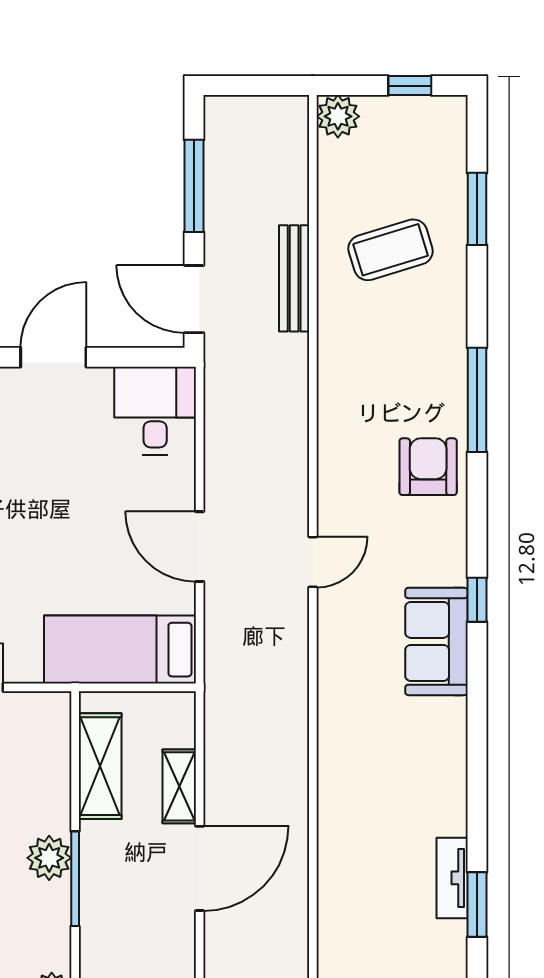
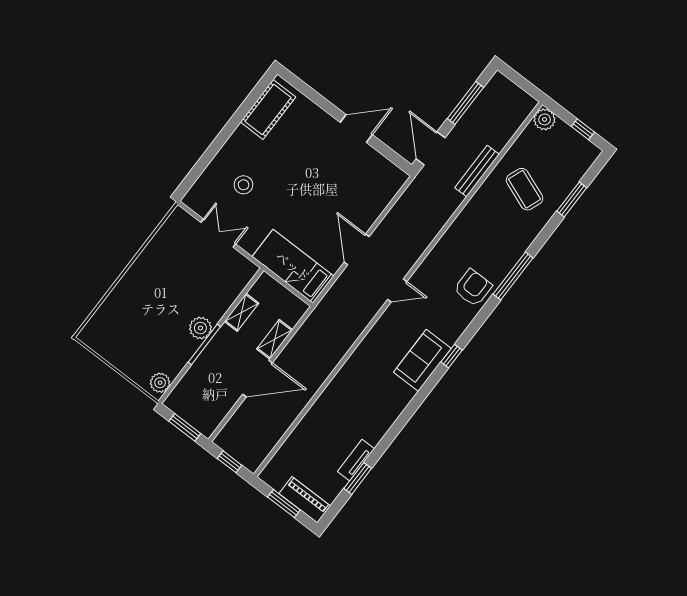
coffee table: (391, 250) -> (525, 189), turned 38
desk: (155, 411) -> (381, 181), removed
shelving: (100, 766) -> (242, 312), width x0.67, depth x0.75

